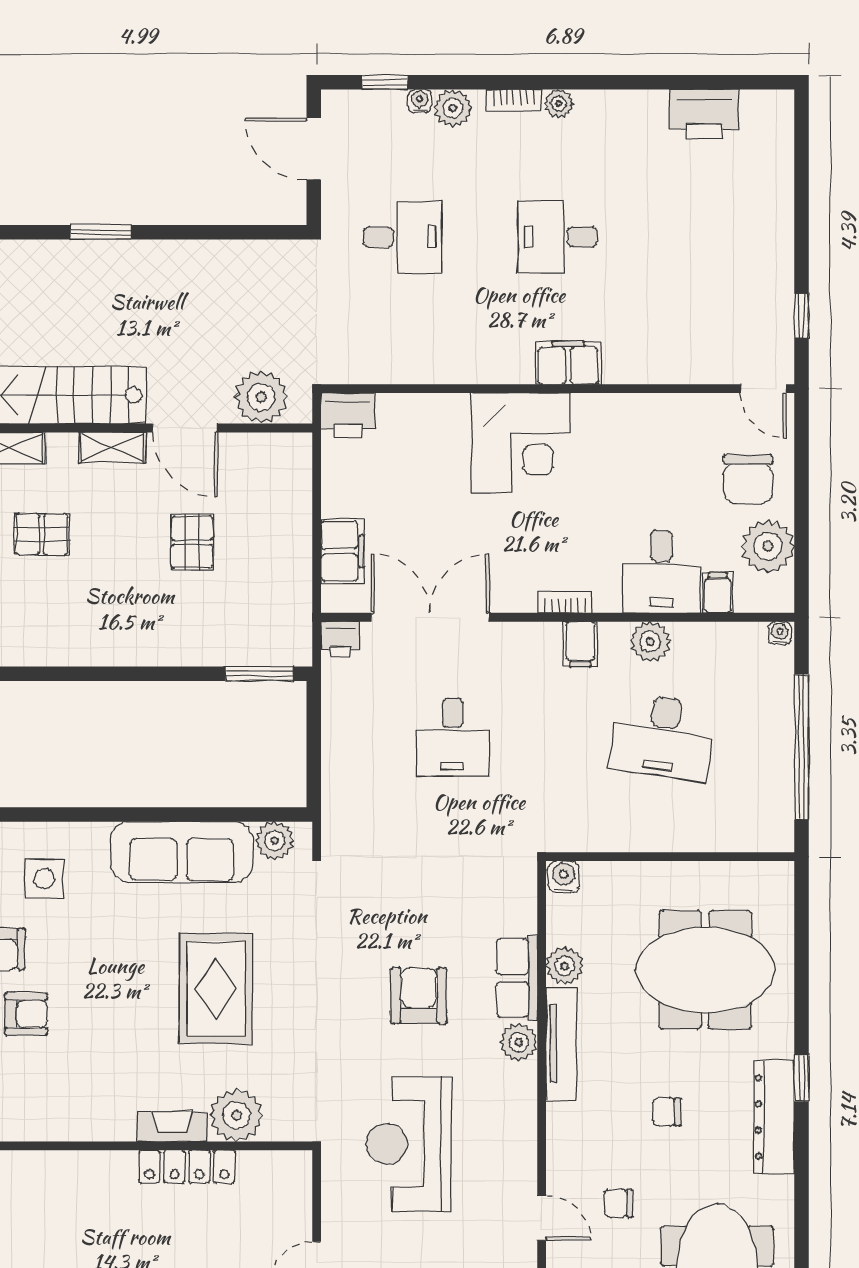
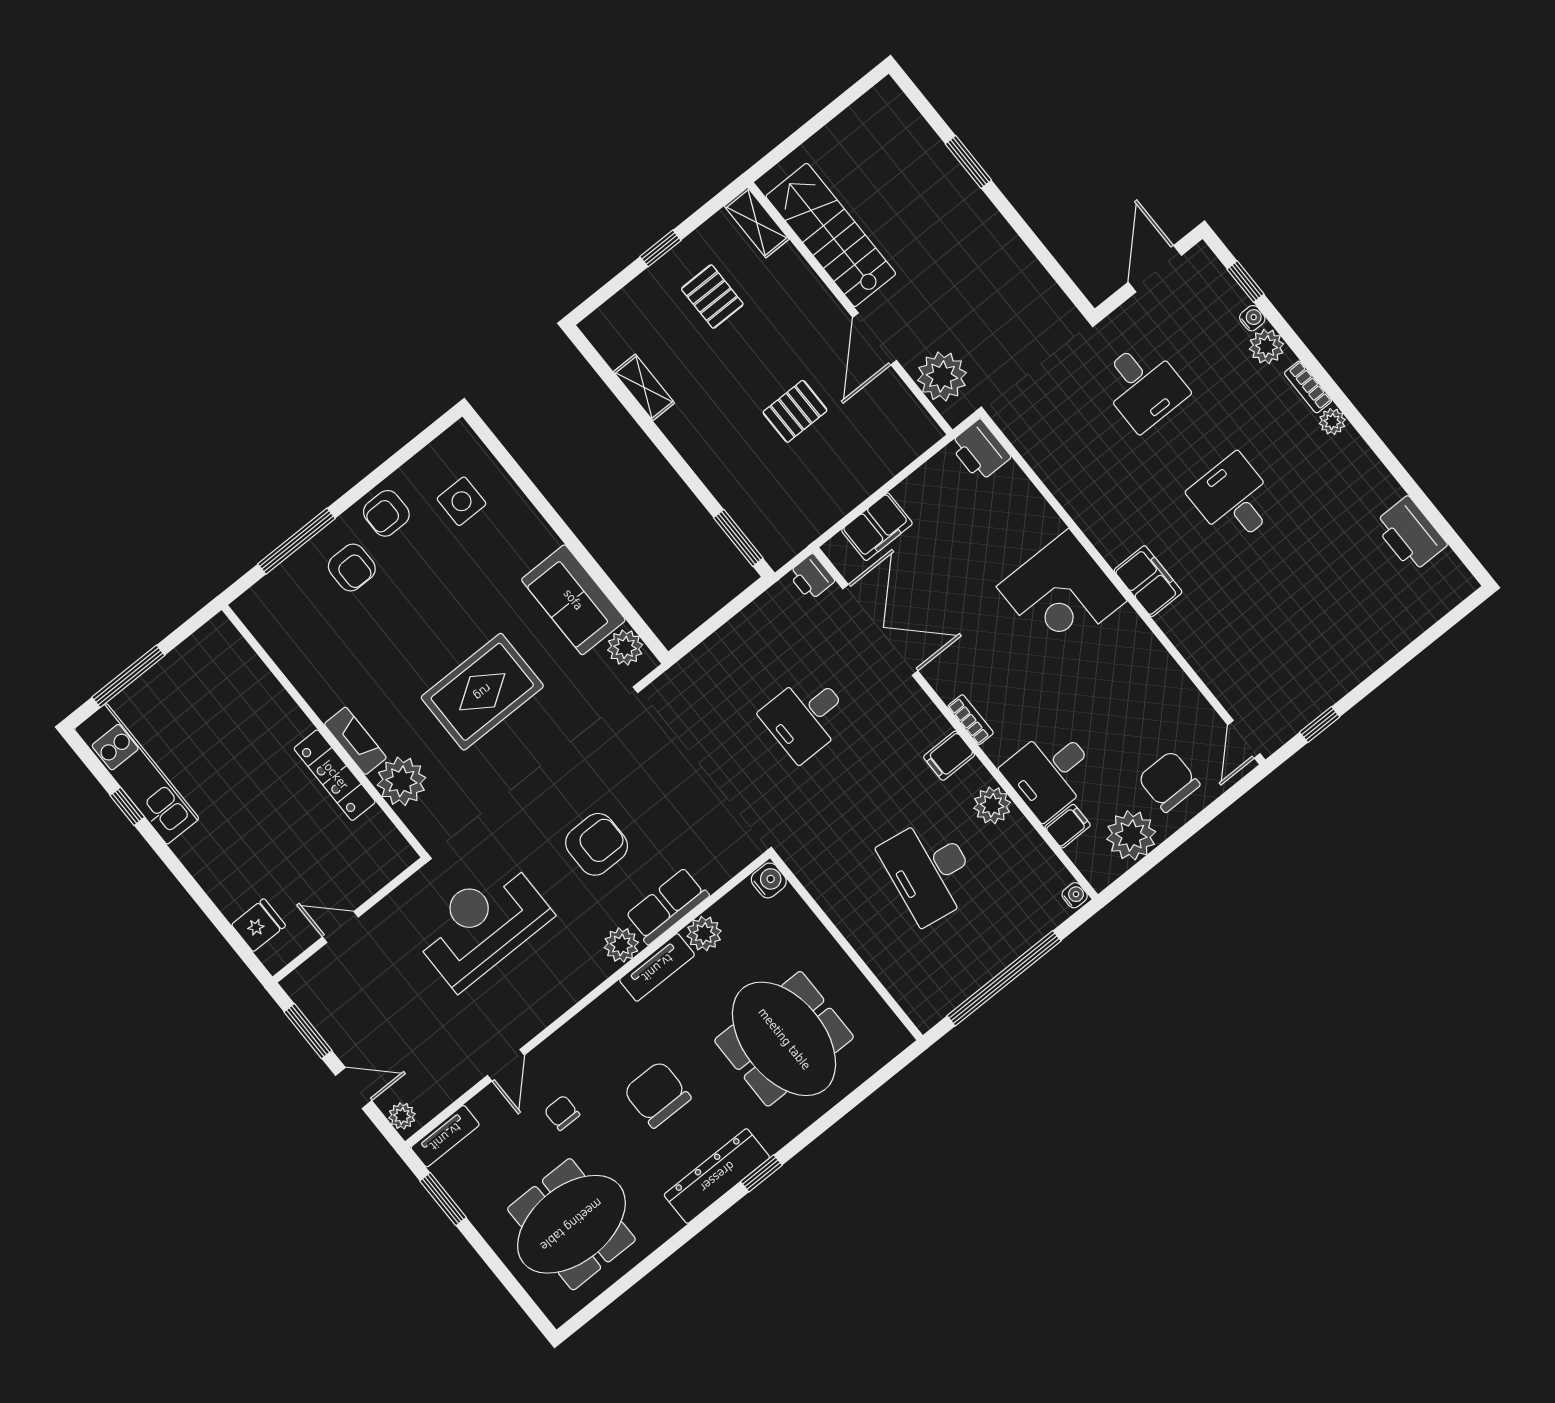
shelving: (112, 447) -> (644, 387), moved
chair: (748, 479) -> (1169, 781), turned 90
sofa: (182, 852) -> (573, 600), width x0.73
tv unit: (561, 1044) -> (657, 967), width x0.71
chair: (667, 1112) -> (657, 1094), width x1.87, depth x1.87

